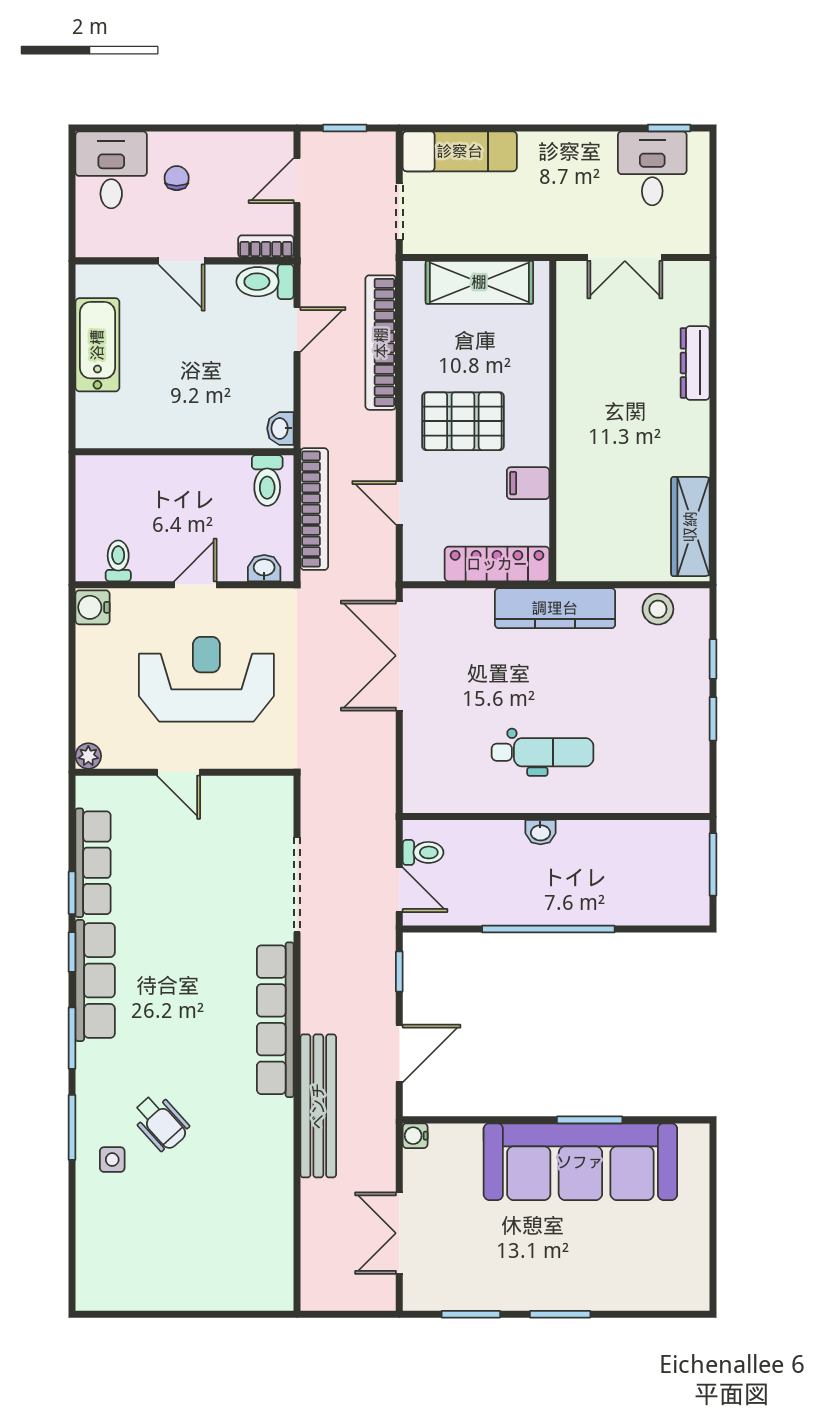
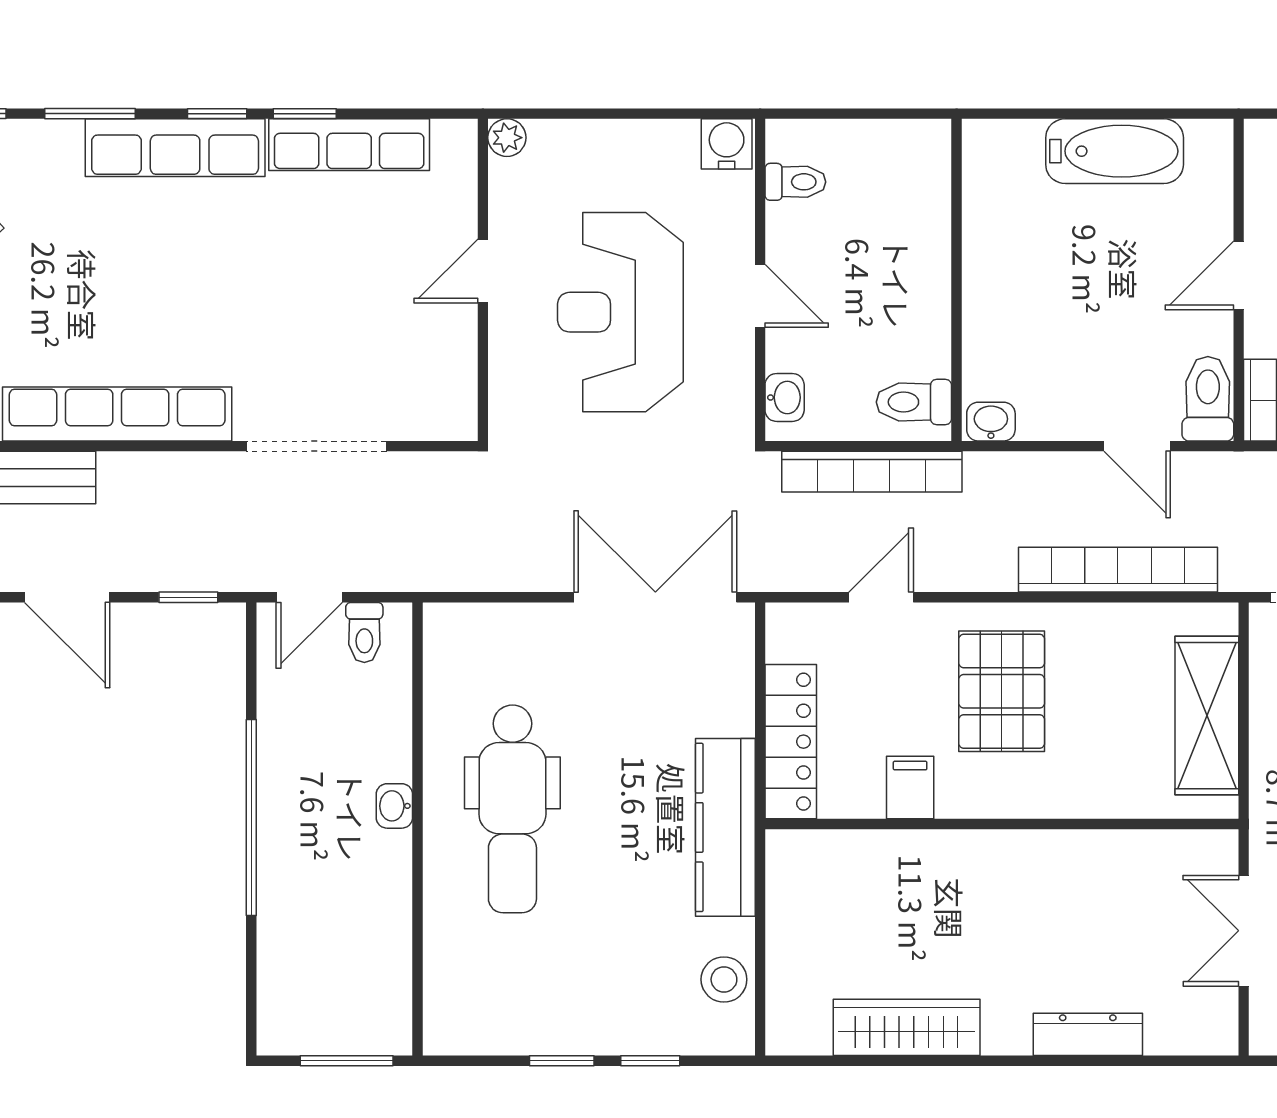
wardrobe: (690, 527) -> (907, 1027), moved
reception desk: (206, 679) -> (620, 312), turned 180
dental chair: (543, 752) -> (512, 809), width x1.36, depth x1.38

